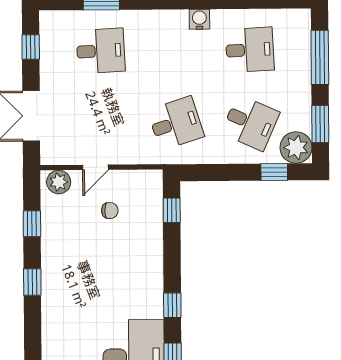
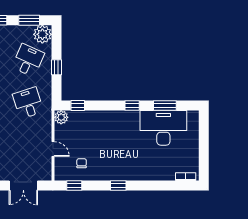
window: (274, 172) -> (56, 67), moved
plant: (59, 182) -> (61, 117), moved
chair: (110, 211) -> (82, 163), moved
window: (32, 224) -> (74, 186), moved

